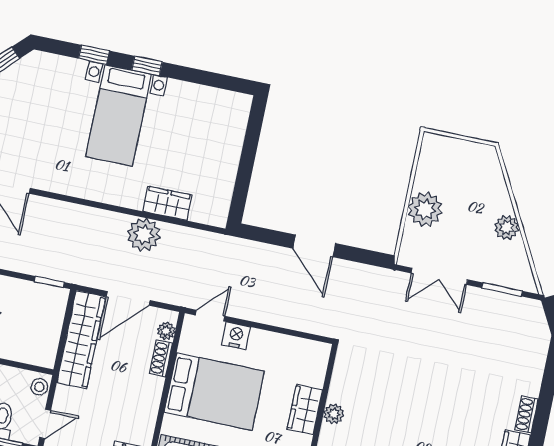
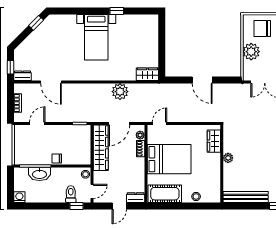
window: (94, 55) -> (78, 11), removed
window: (147, 66) -> (117, 11), moved
chair: (457, 168) -> (262, 29), added
wardrobe: (167, 203) -> (147, 74), moved
nightstand: (236, 336) -> (174, 130), removed
wardrobe: (305, 409) -> (214, 141), moved

